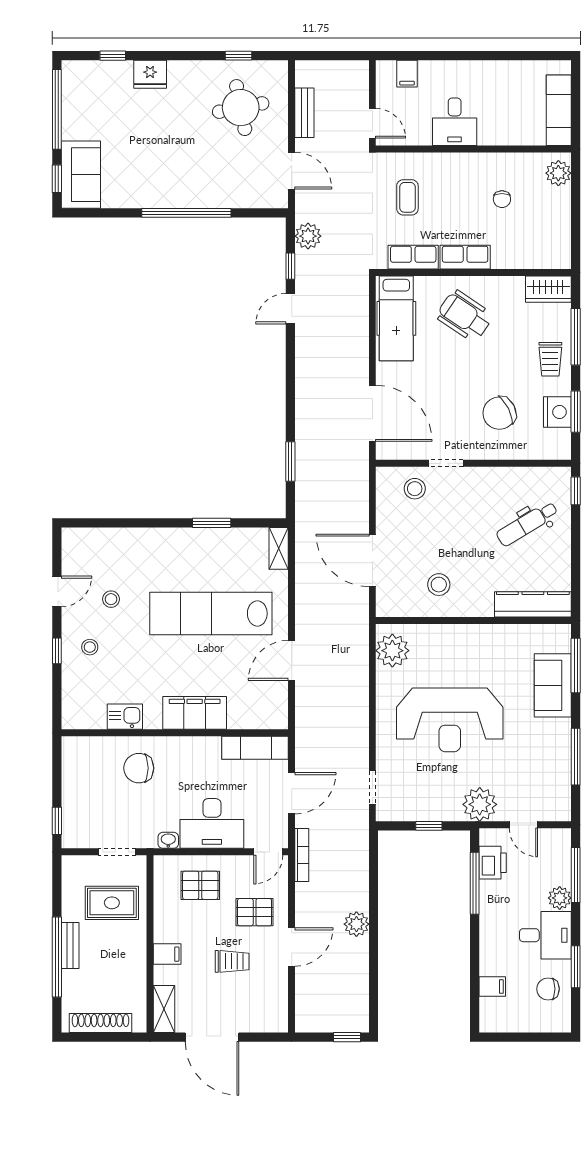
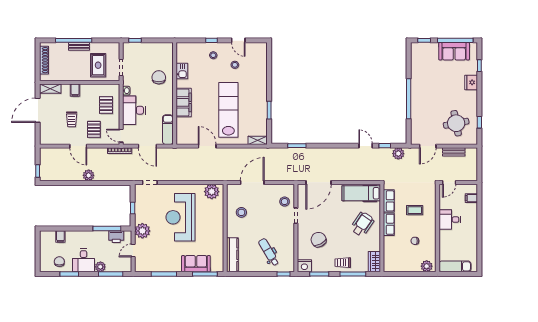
sofa: (81, 175) -> (454, 51), moved
coffee table: (407, 197) -> (415, 210), moved
nightstand: (557, 412) -> (304, 266), moved

